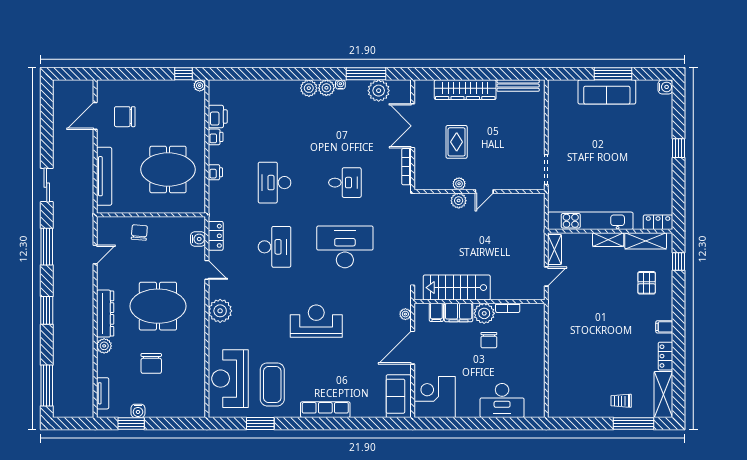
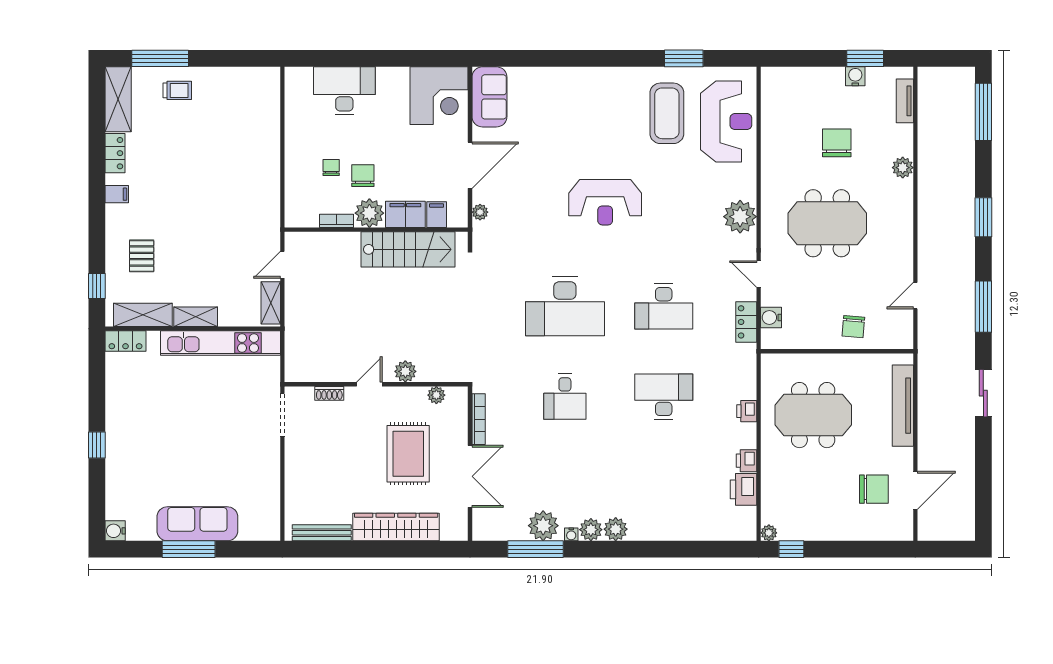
plant: (379, 91) -> (543, 526), moved
rug: (457, 142) -> (408, 454), width x1.36, depth x1.43
desk: (275, 183) -> (664, 397), turned -90
desk: (345, 183) -> (565, 397), turned -90
plant: (459, 184) -> (436, 395), moved
shoe rack: (513, 185) -> (329, 393), added
desk: (275, 247) -> (664, 306), turned -90
dresser: (105, 314) -> (901, 213), removed
chair: (512, 346) -> (331, 168), added
row of seats: (325, 410) -> (592, 78), removed

